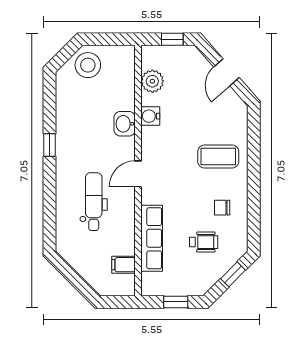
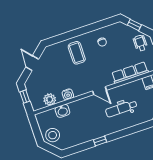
door: (226, 72) -> (32, 63), swing flipped
washbasin: (125, 124) -> (62, 111), moved
wheelchair: (204, 242) -> (140, 43), moved

